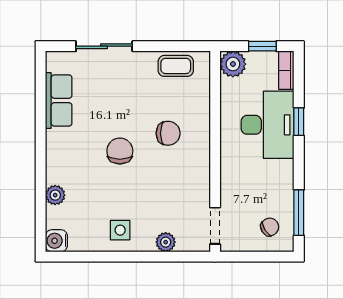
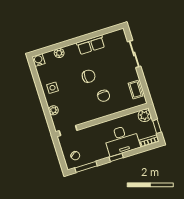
row of seats: (59, 100) -> (91, 45), moved
window: (299, 122) -> (116, 157), moved

